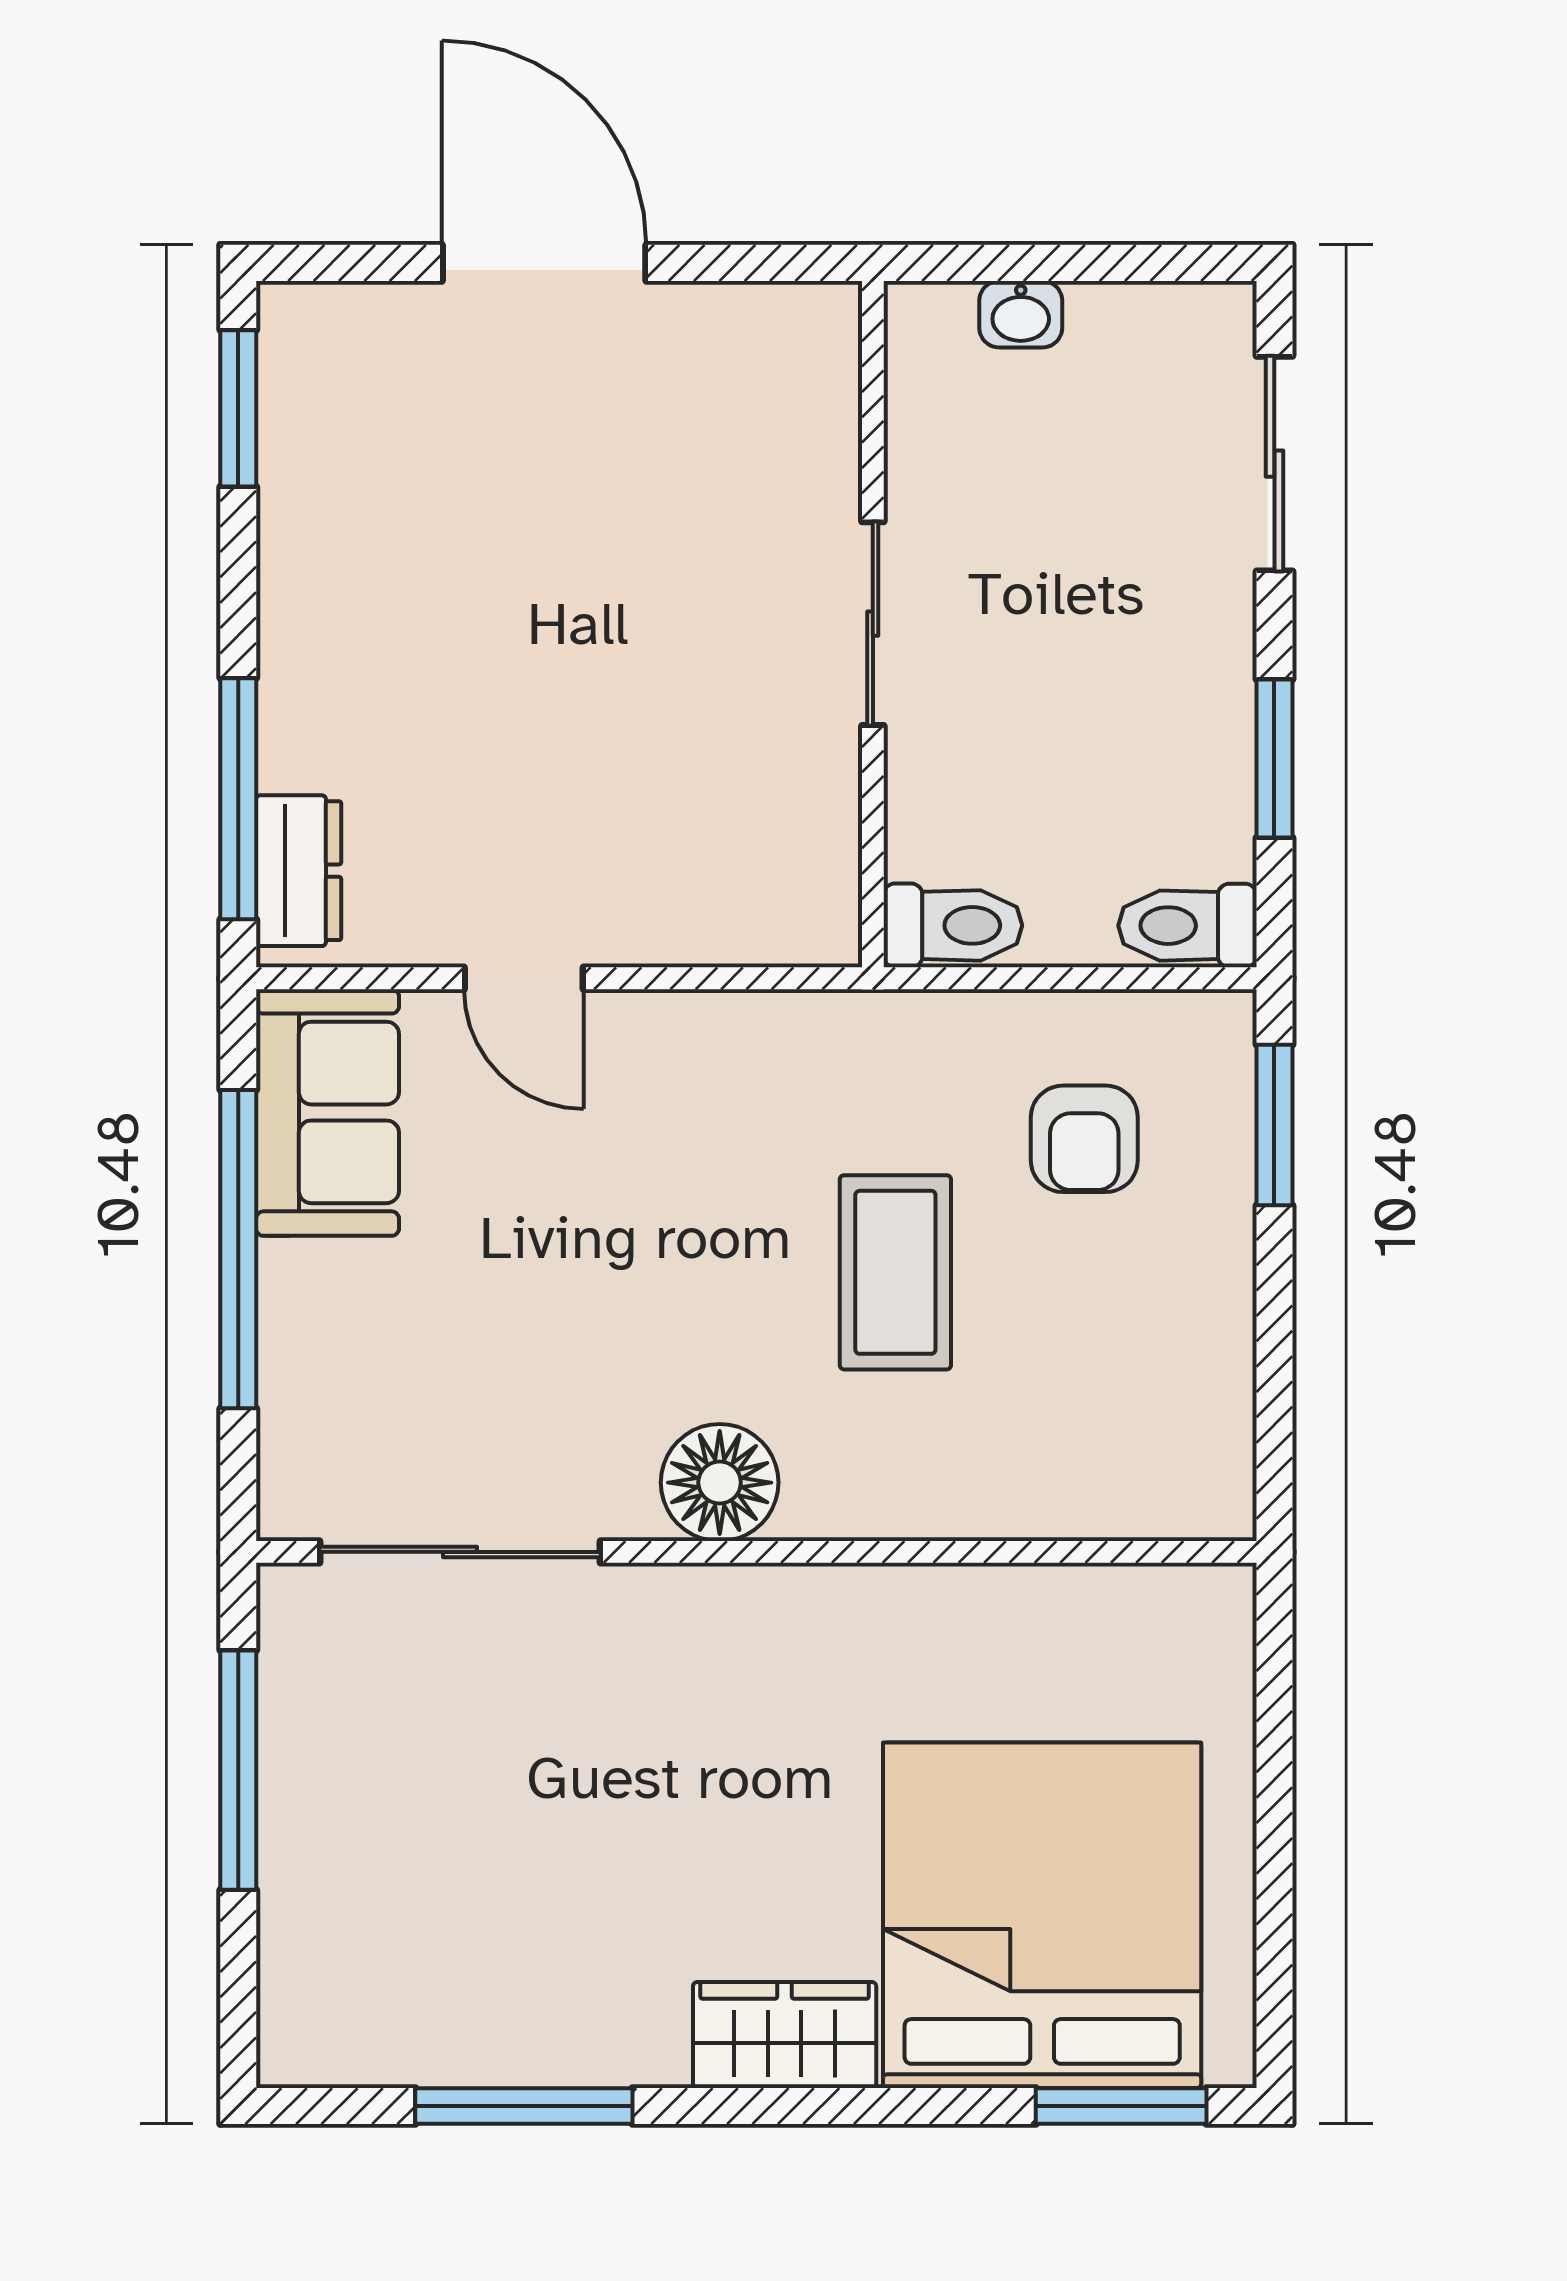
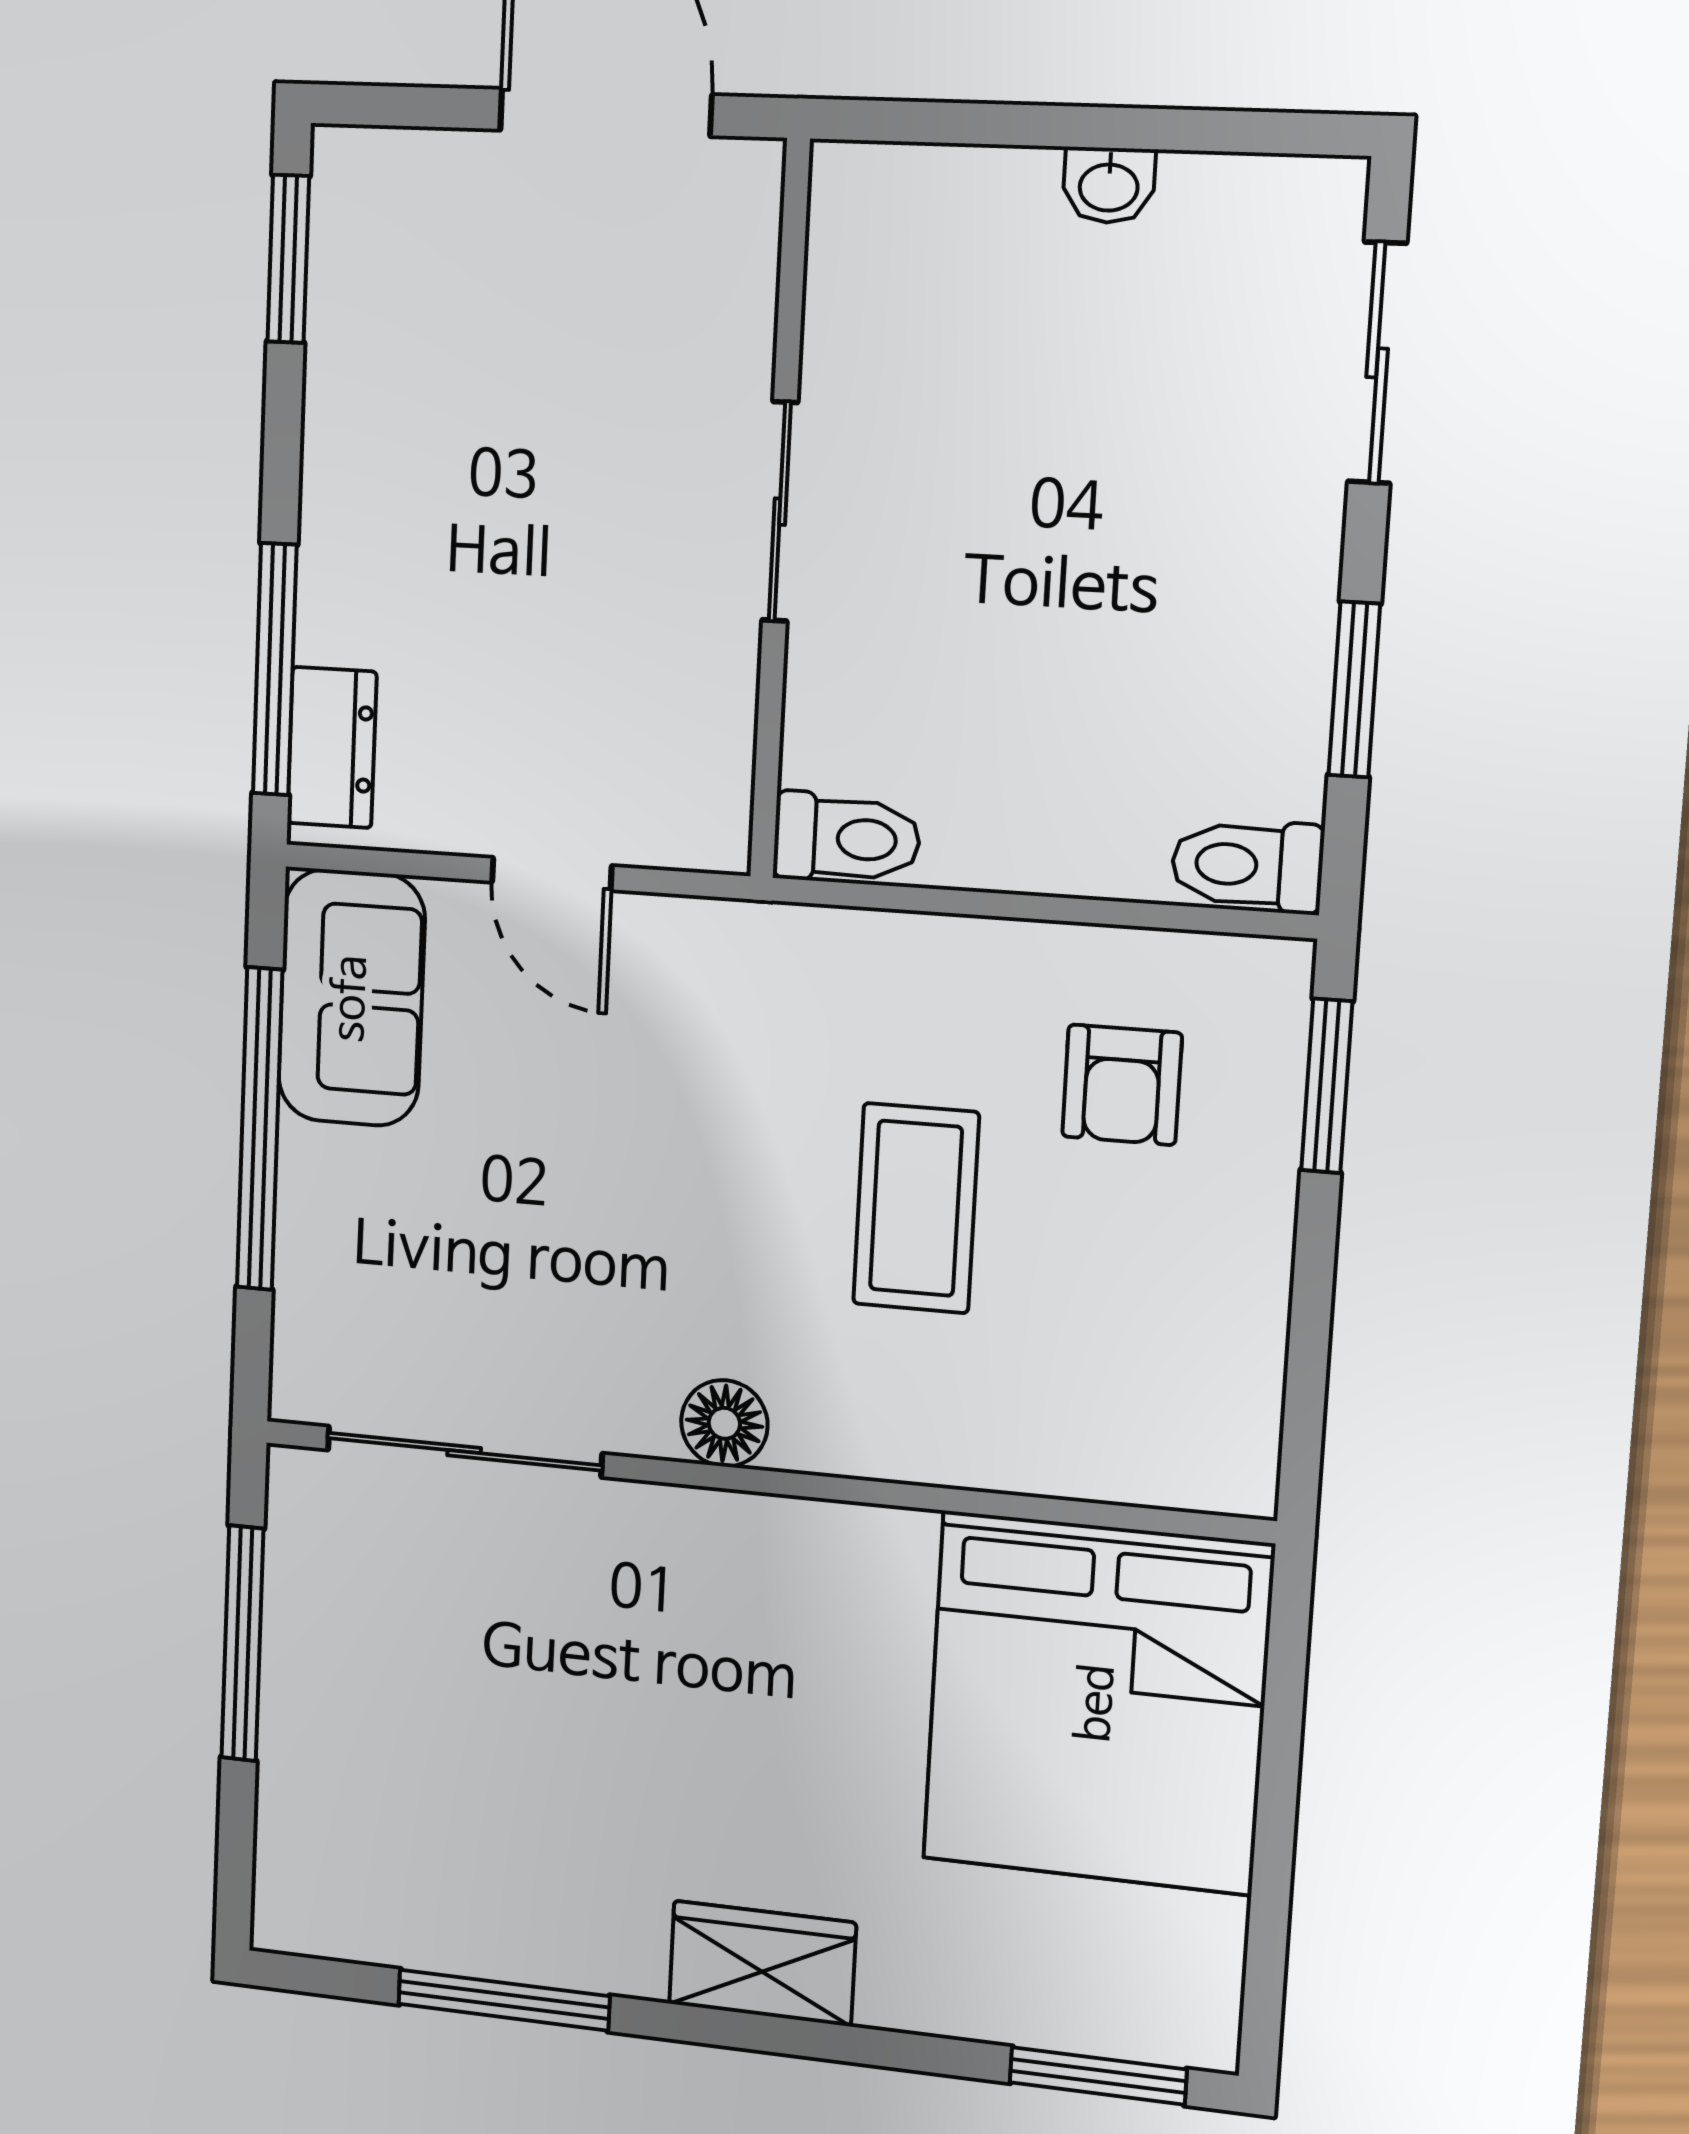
sliding door: (873, 624) -> (780, 512), moved
wall: (873, 624) -> (780, 512), moved
toilet: (953, 925) -> (847, 838), moved
floor lamp: (720, 1483) -> (724, 1423), width x0.73, depth x0.73
bed: (1042, 1915) -> (1097, 1703), moved, turned 180

